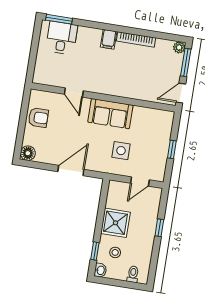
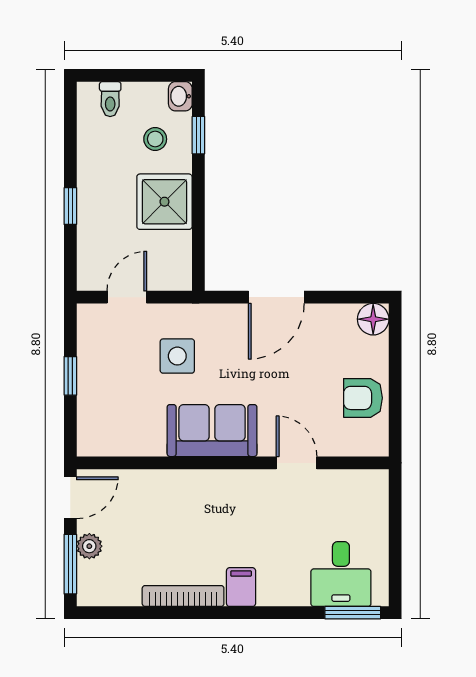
plant: (179, 47) -> (89, 546), moved

